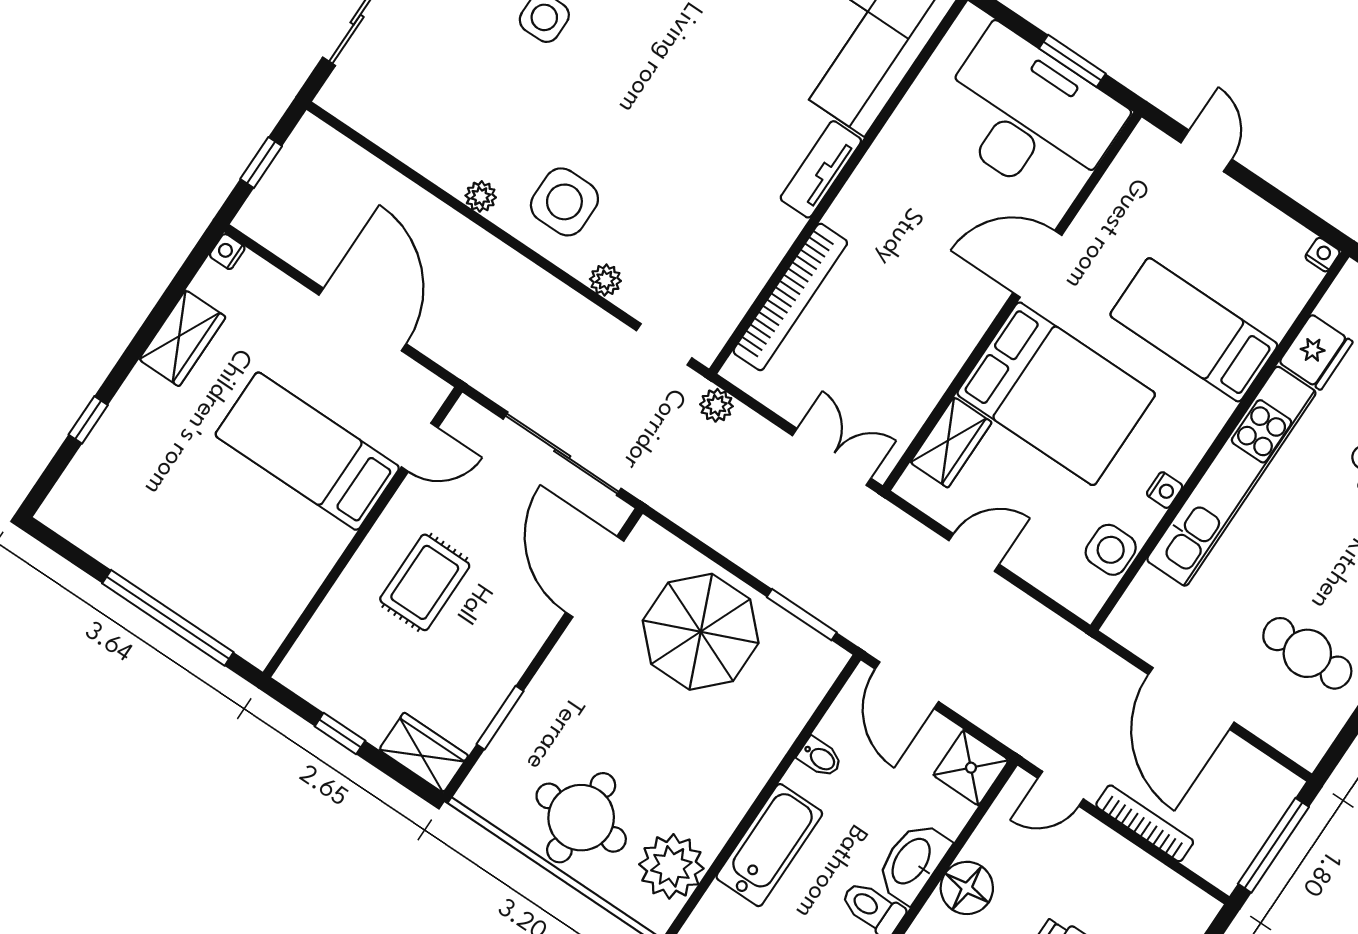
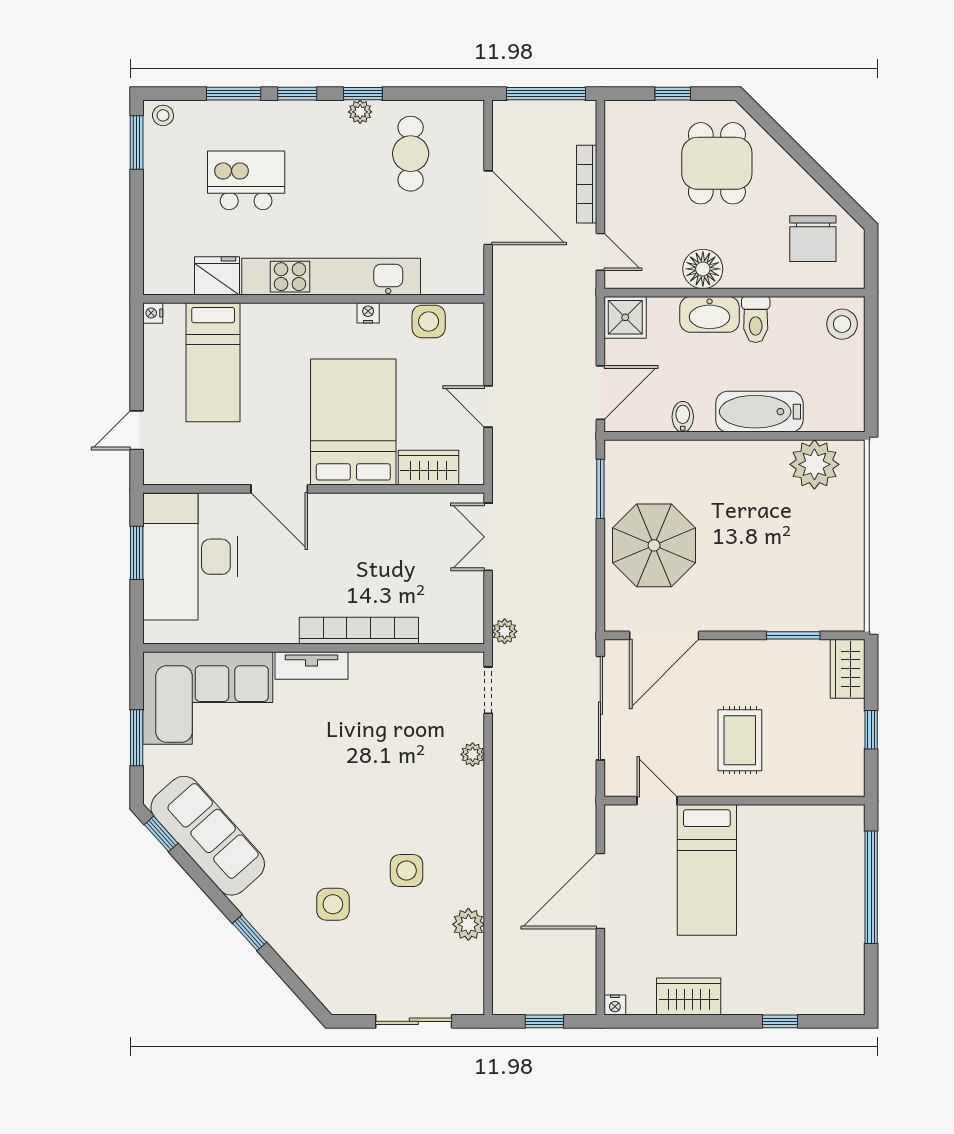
plant: (481, 196) -> (468, 924), moved, width x1.38, depth x1.38
side table: (564, 202) -> (407, 871), moved, width x0.73, depth x0.73
bookcase: (790, 297) -> (359, 631), moved
bed: (1194, 330) -> (213, 362), moved
rug: (425, 582) -> (740, 740), turned 90
door: (1191, 698) -> (488, 208), hinge flipped
round table: (581, 818) -> (822, 542), removed

